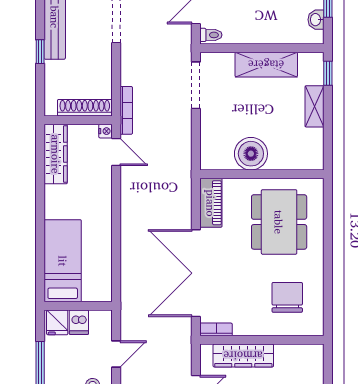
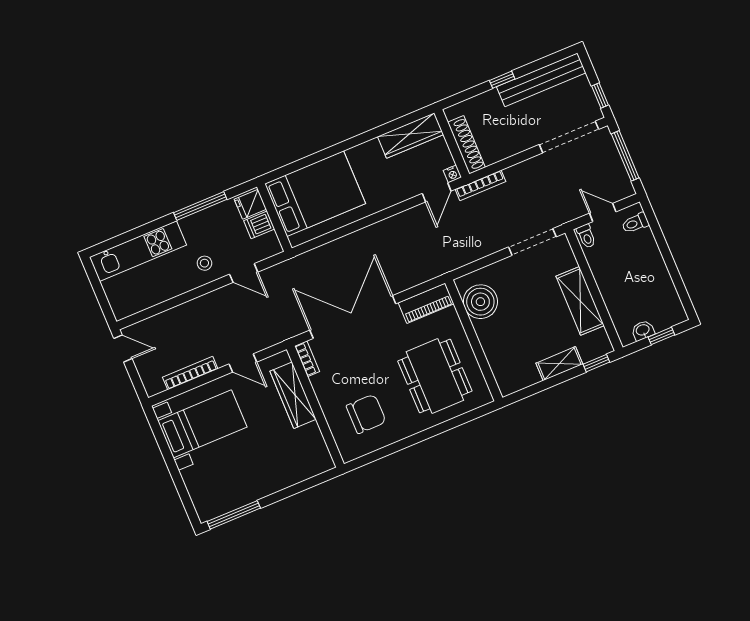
boiler: (251, 154) -> (480, 302), moved
dining table: (279, 222) -> (435, 376), turned 90
bed: (63, 261) -> (315, 194), width x1.50

